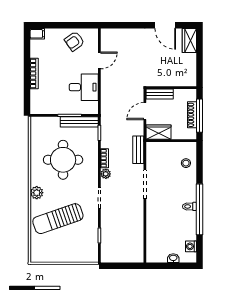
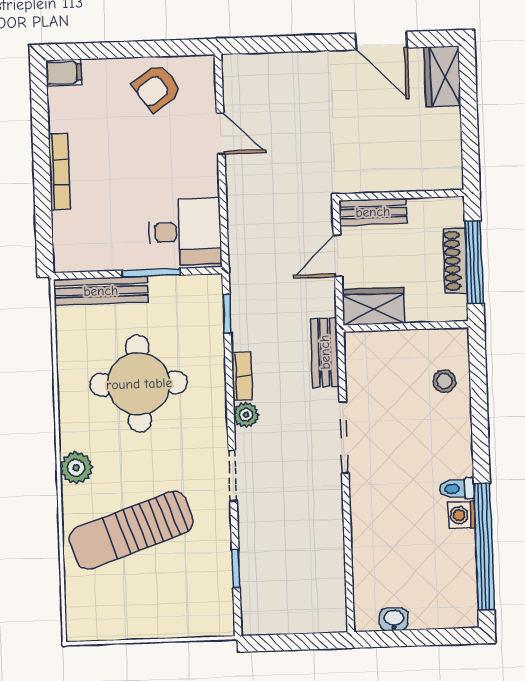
door: (99, 60) -> (221, 133), hinge flipped
desk: (84, 87) -> (185, 232), moved
bench: (79, 122) -> (101, 291), moved
window: (200, 209) -> (484, 546), moved
washing machine: (191, 246) -> (462, 515), moved
washbasin: (173, 258) -> (394, 619), moved

